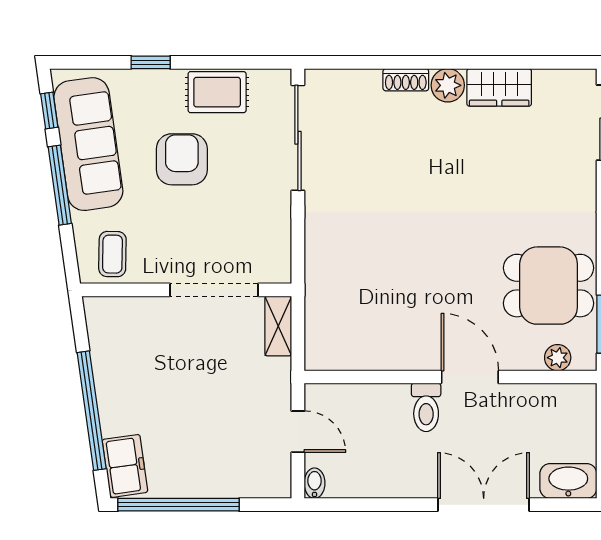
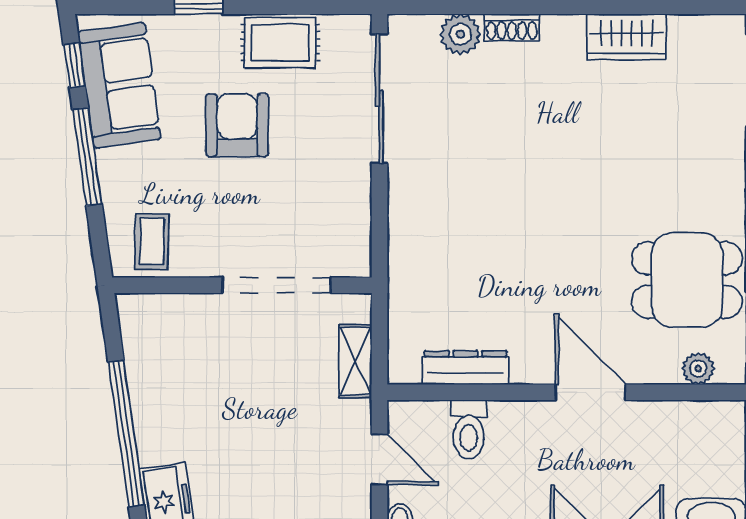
plant: (448, 85) -> (460, 34), moved
sofa: (88, 144) -> (119, 85), width x0.73
shelving: (278, 326) -> (355, 361), moved
dresser: (368, 357) -> (466, 368), added
toilet: (426, 407) -> (469, 430), moved

